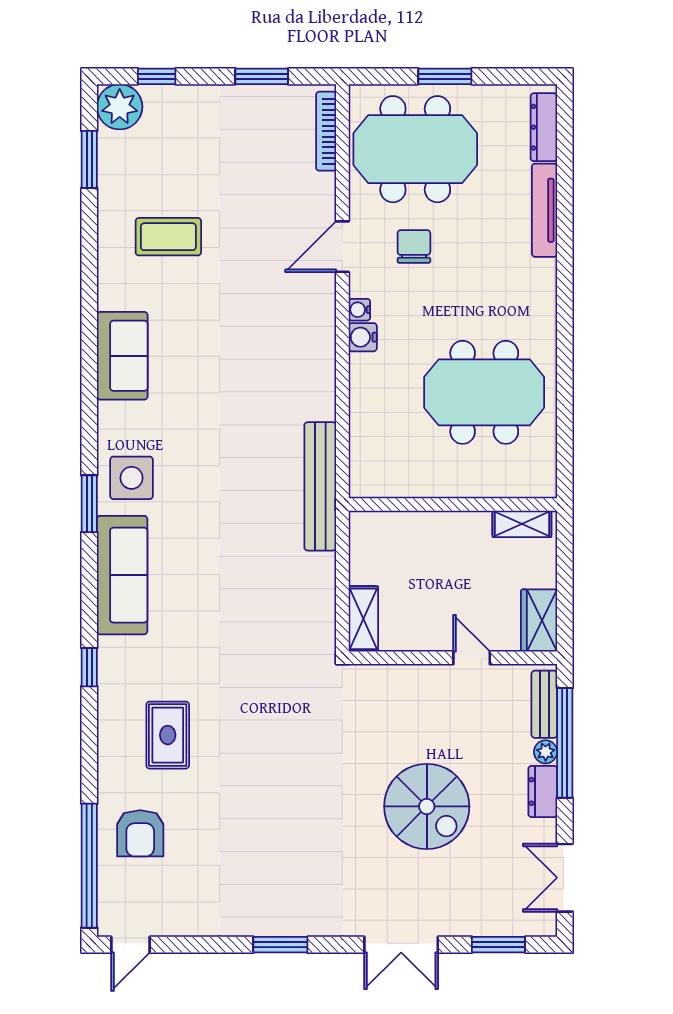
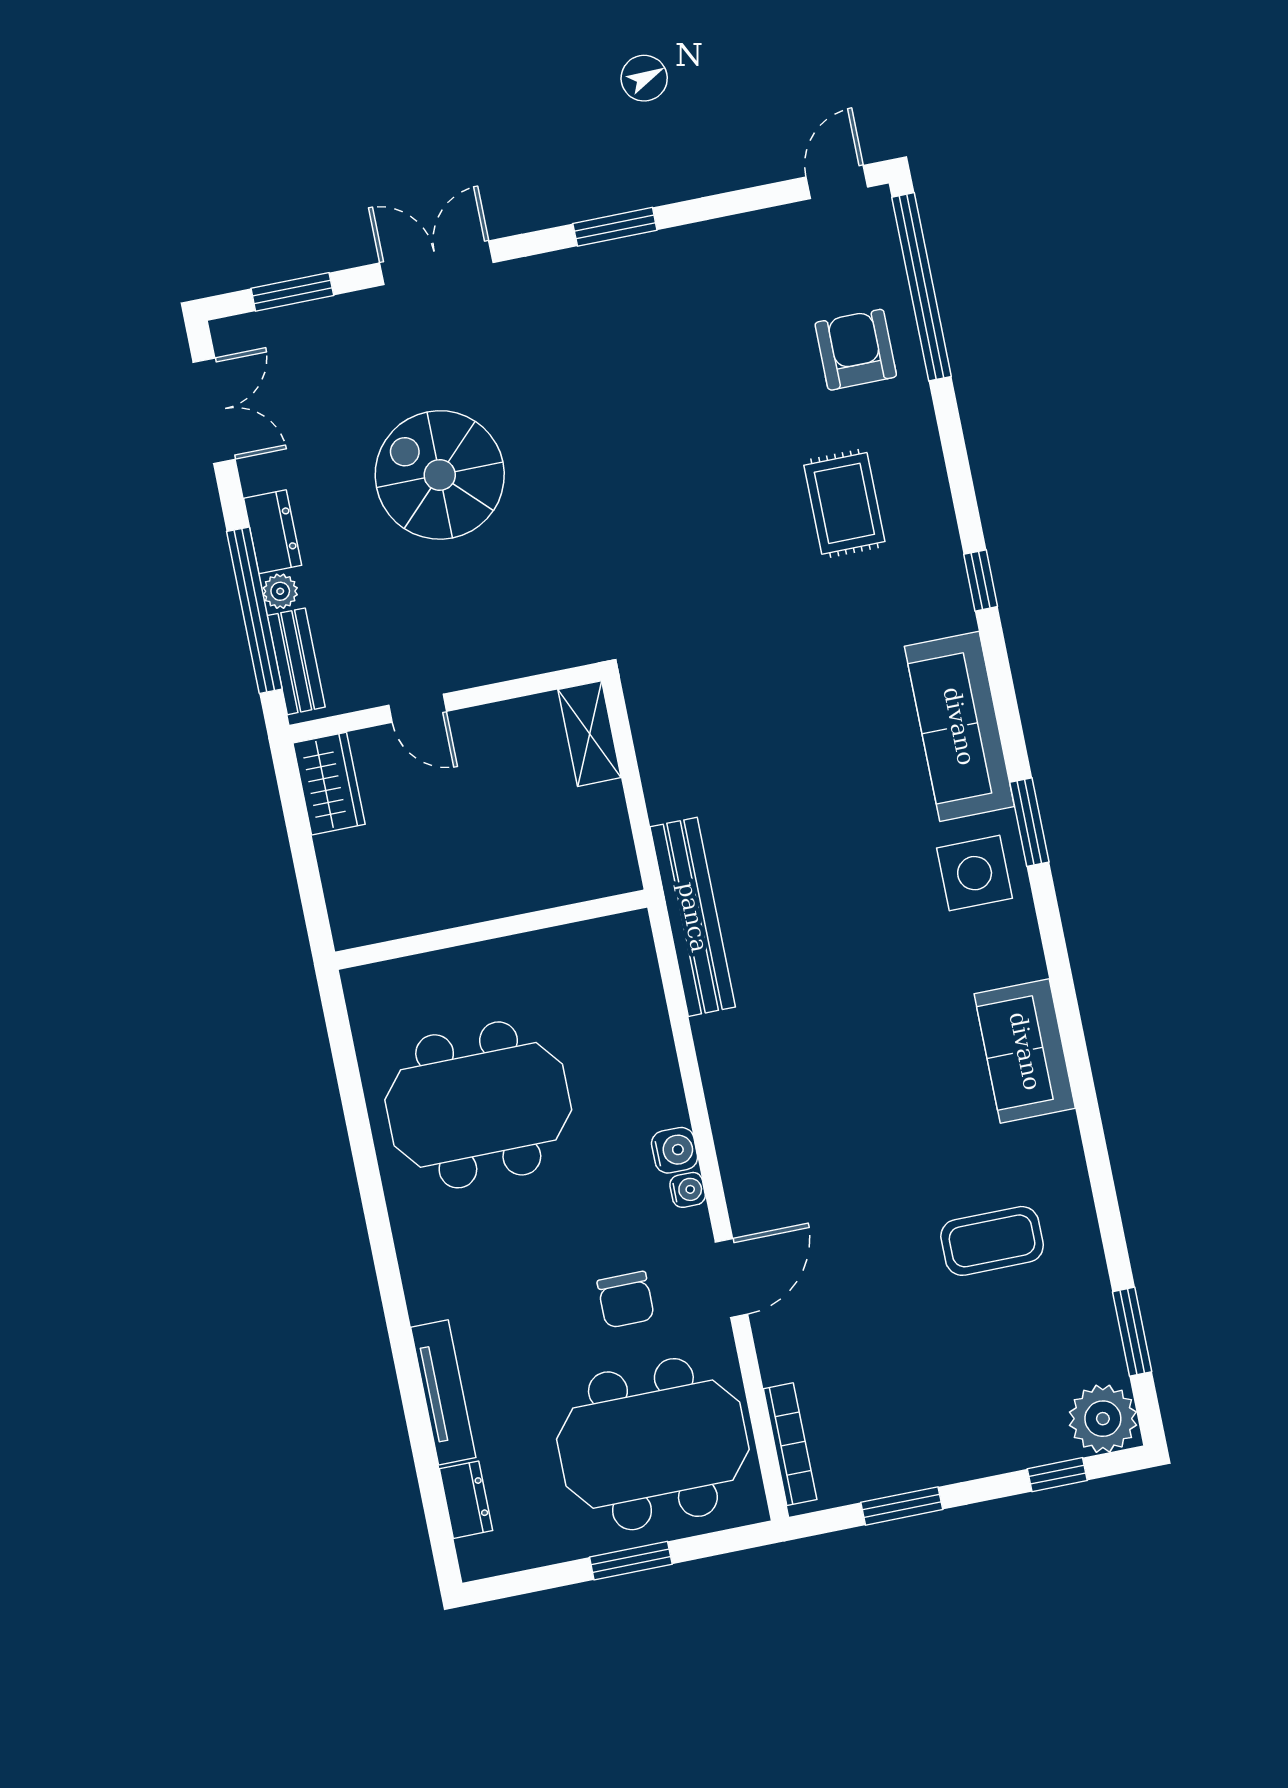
dresser: (544, 127) -> (466, 1500), width x0.70
shelving: (522, 524) -> (383, 922), removed

